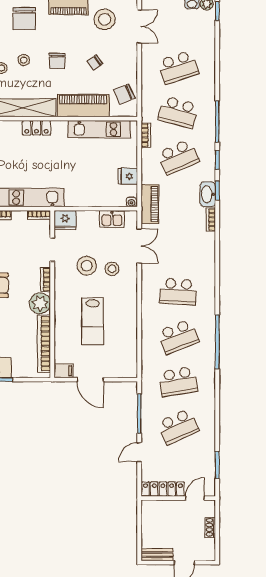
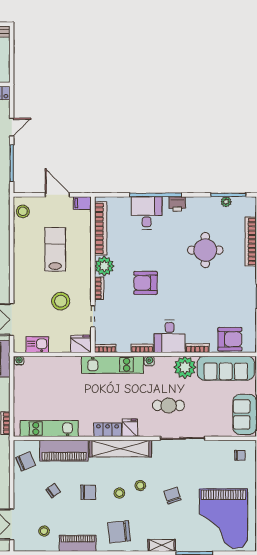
chair: (24, 19) -> (119, 532), turned -96
stool: (105, 19) -> (44, 531), width x0.53, depth x0.53
chair: (57, 61) -> (88, 492), turned 90
fridge: (128, 176) -> (130, 428), moved, turned -90
stool: (112, 269) -> (23, 211), moved

